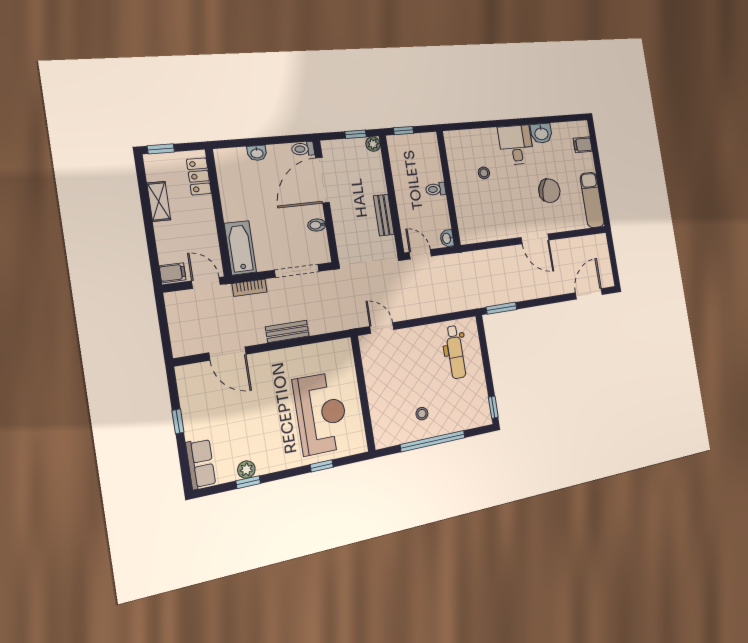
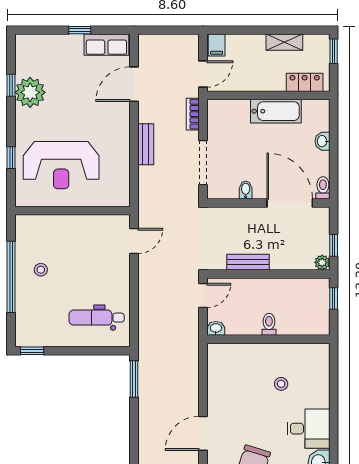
bathtub: (240, 248) -> (276, 111), moved
row of seats: (201, 464) -> (106, 45), moved
plant: (246, 470) -> (30, 92), width x1.87, depth x1.87

